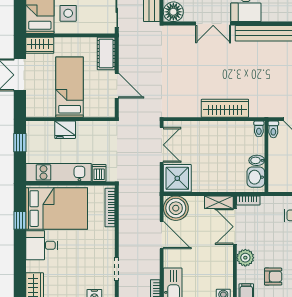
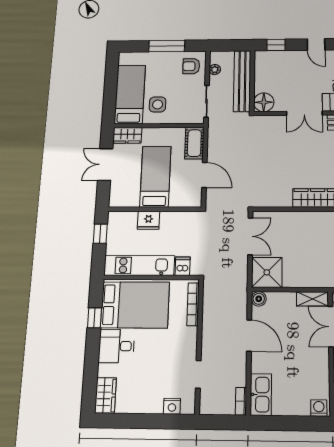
boiler: (176, 208) -> (259, 299), width x0.54, depth x0.54

